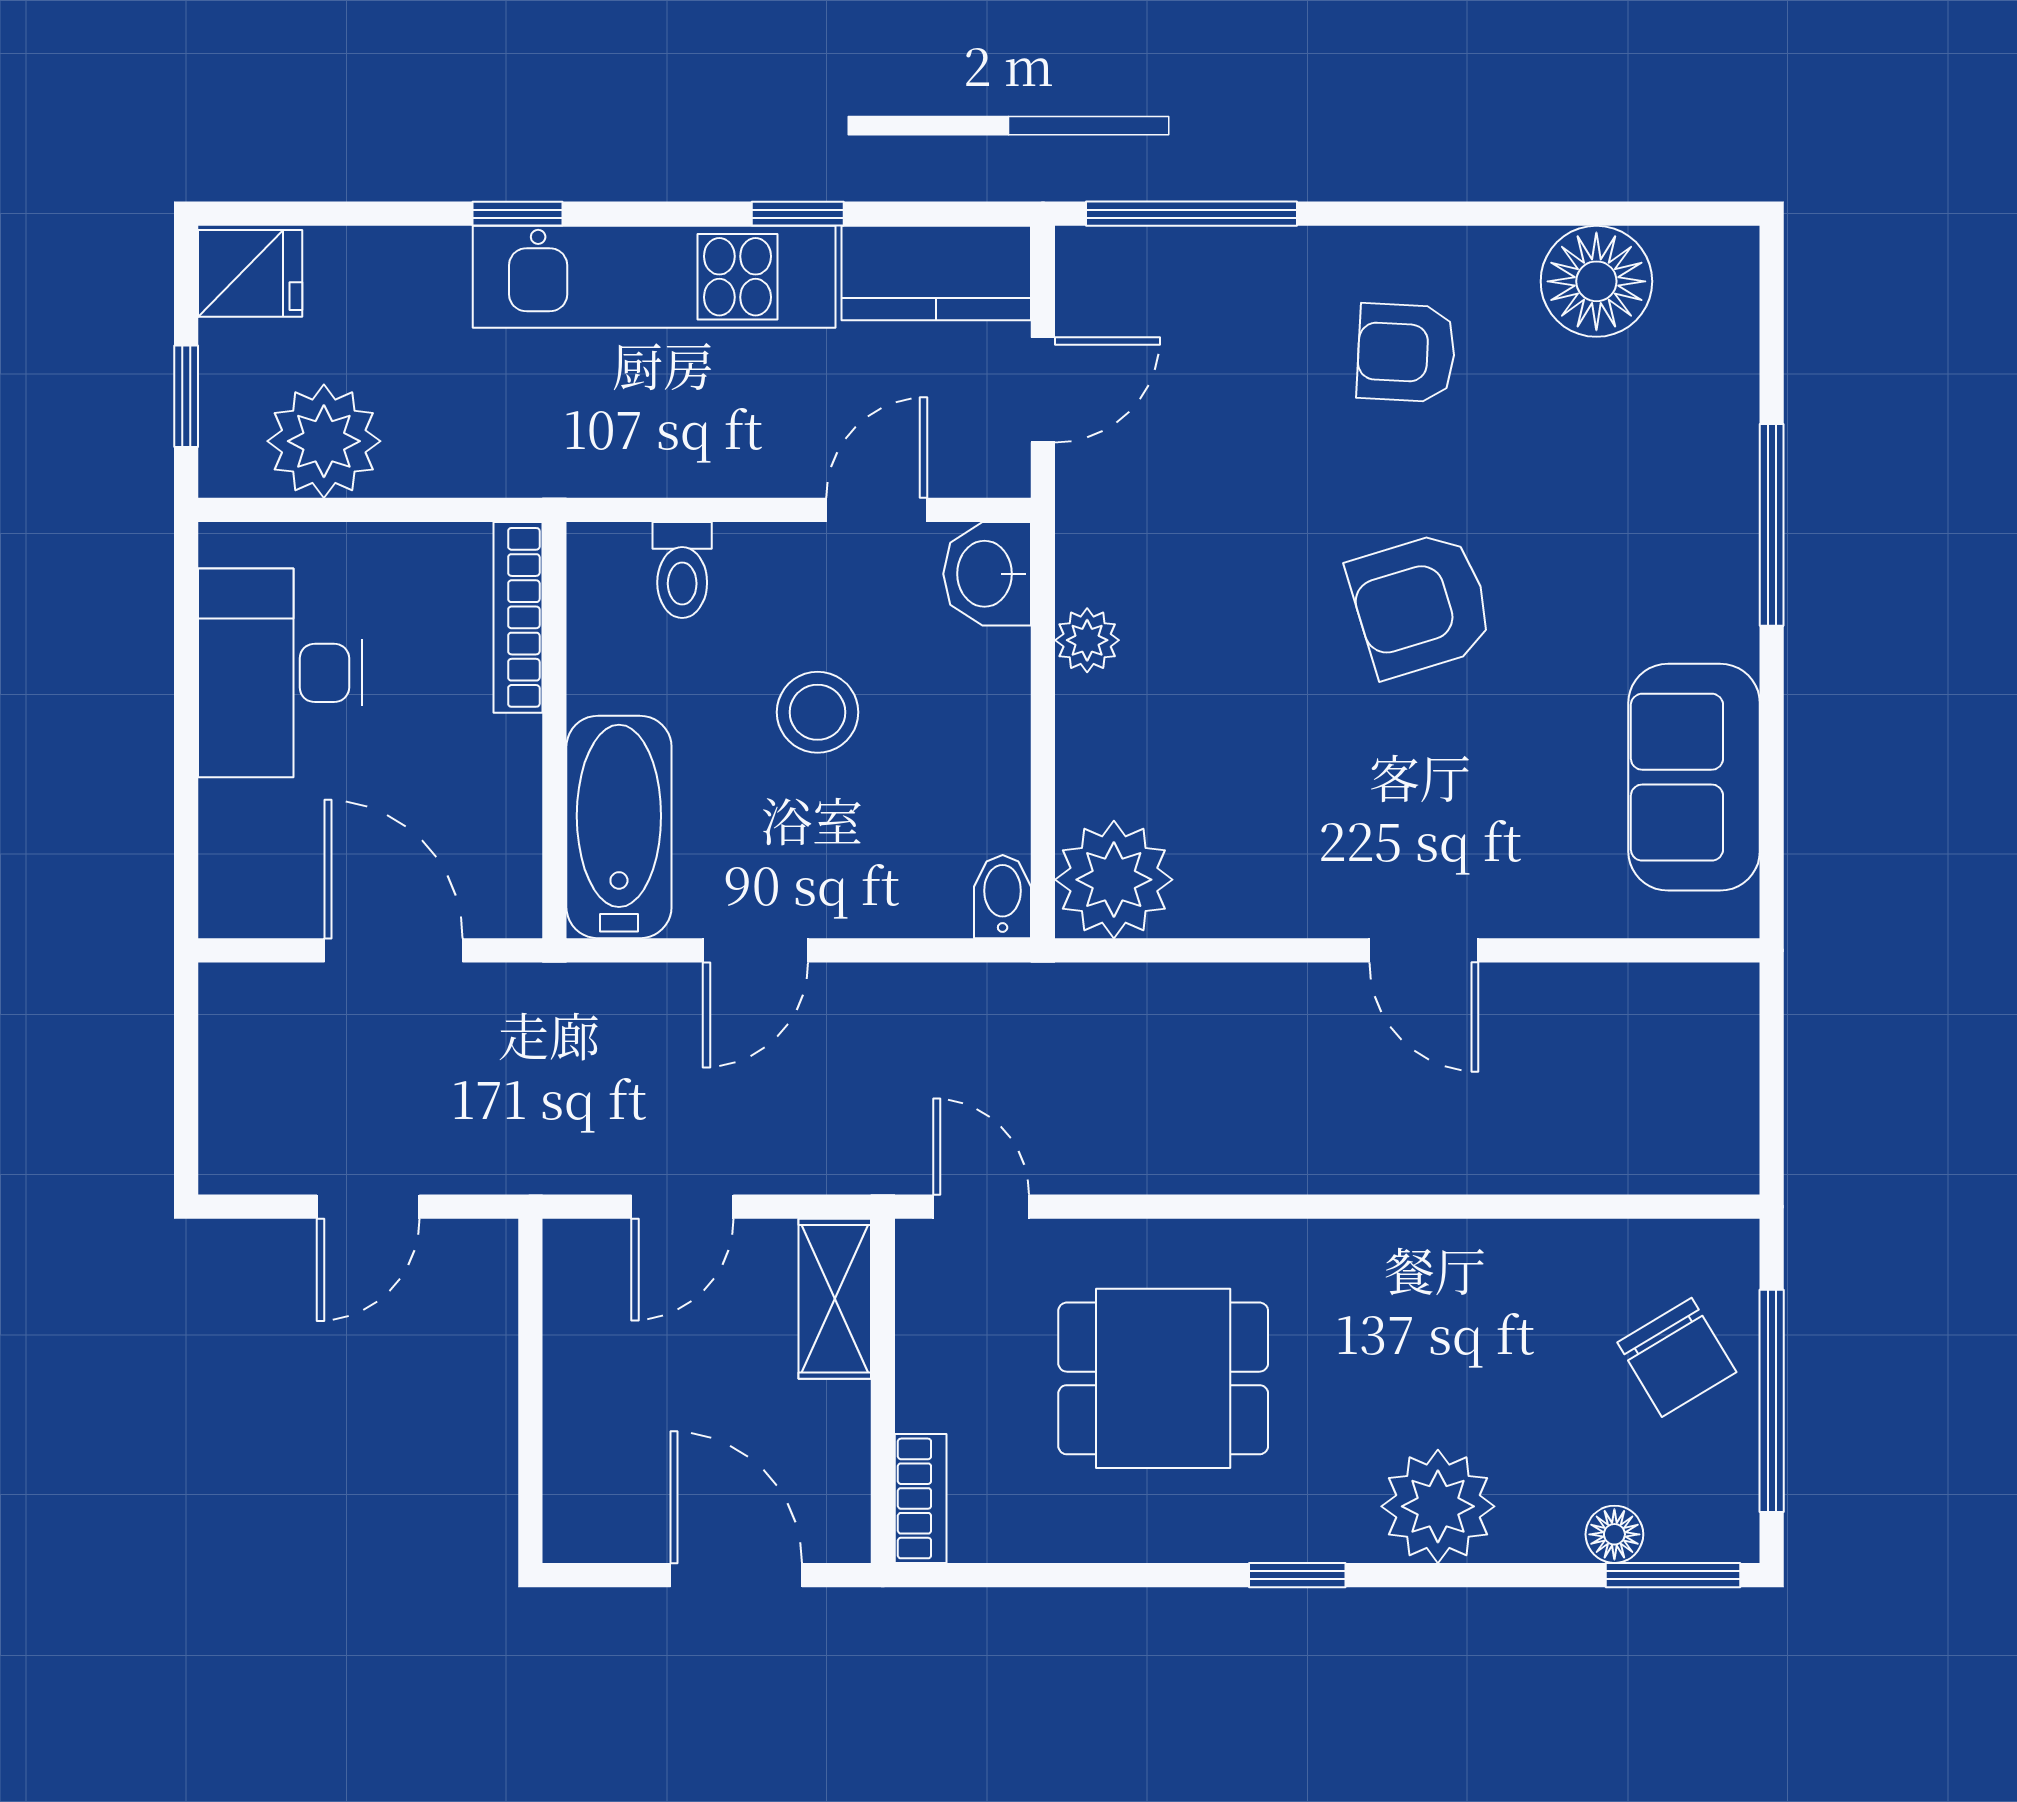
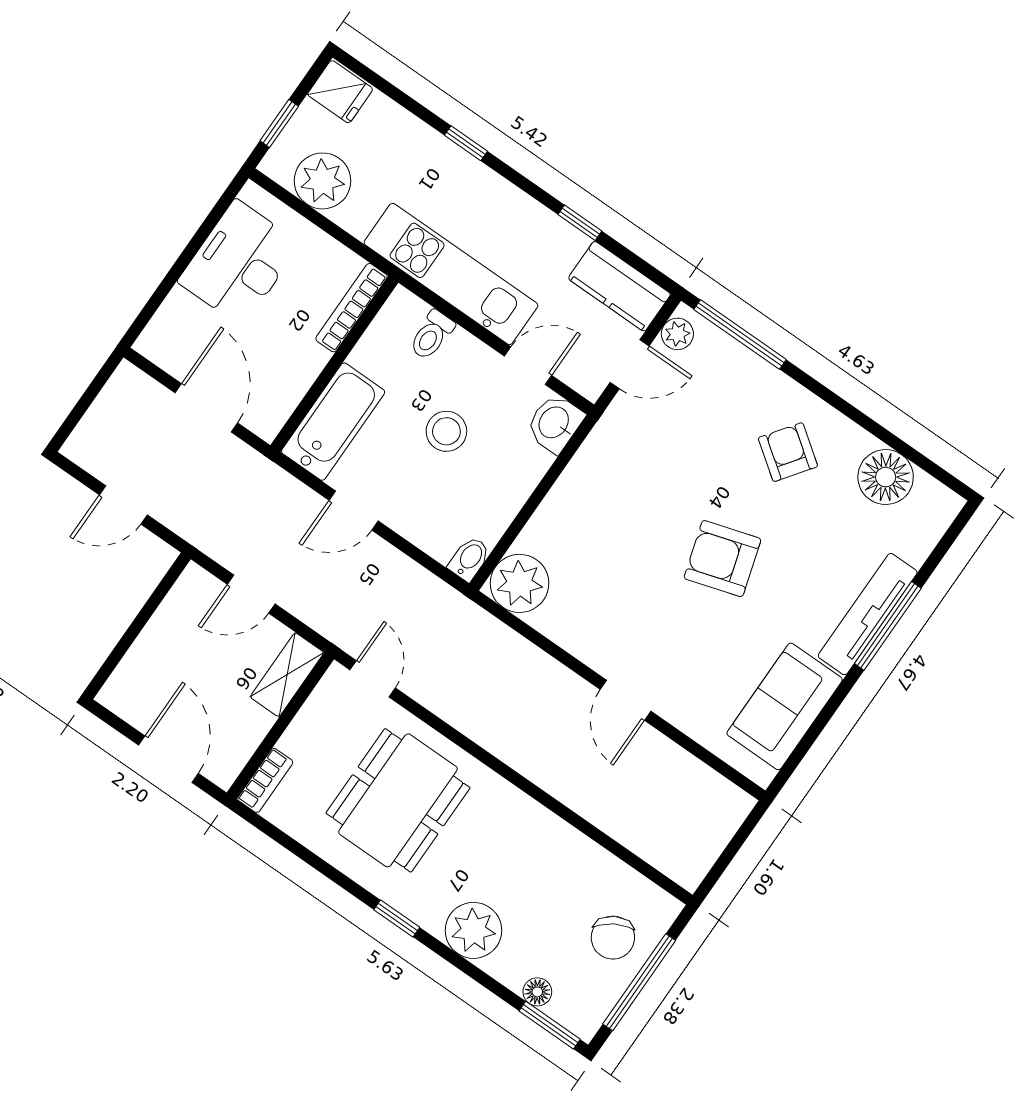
kitchen unit: (654, 277) -> (451, 274), moved, turned 180
armchair: (1406, 353) -> (788, 452), turned 33
tv unit: (1725, 529) -> (868, 614), added
plant: (1087, 640) -> (677, 334), moved
dining table: (1163, 1378) -> (398, 800), width x1.38

